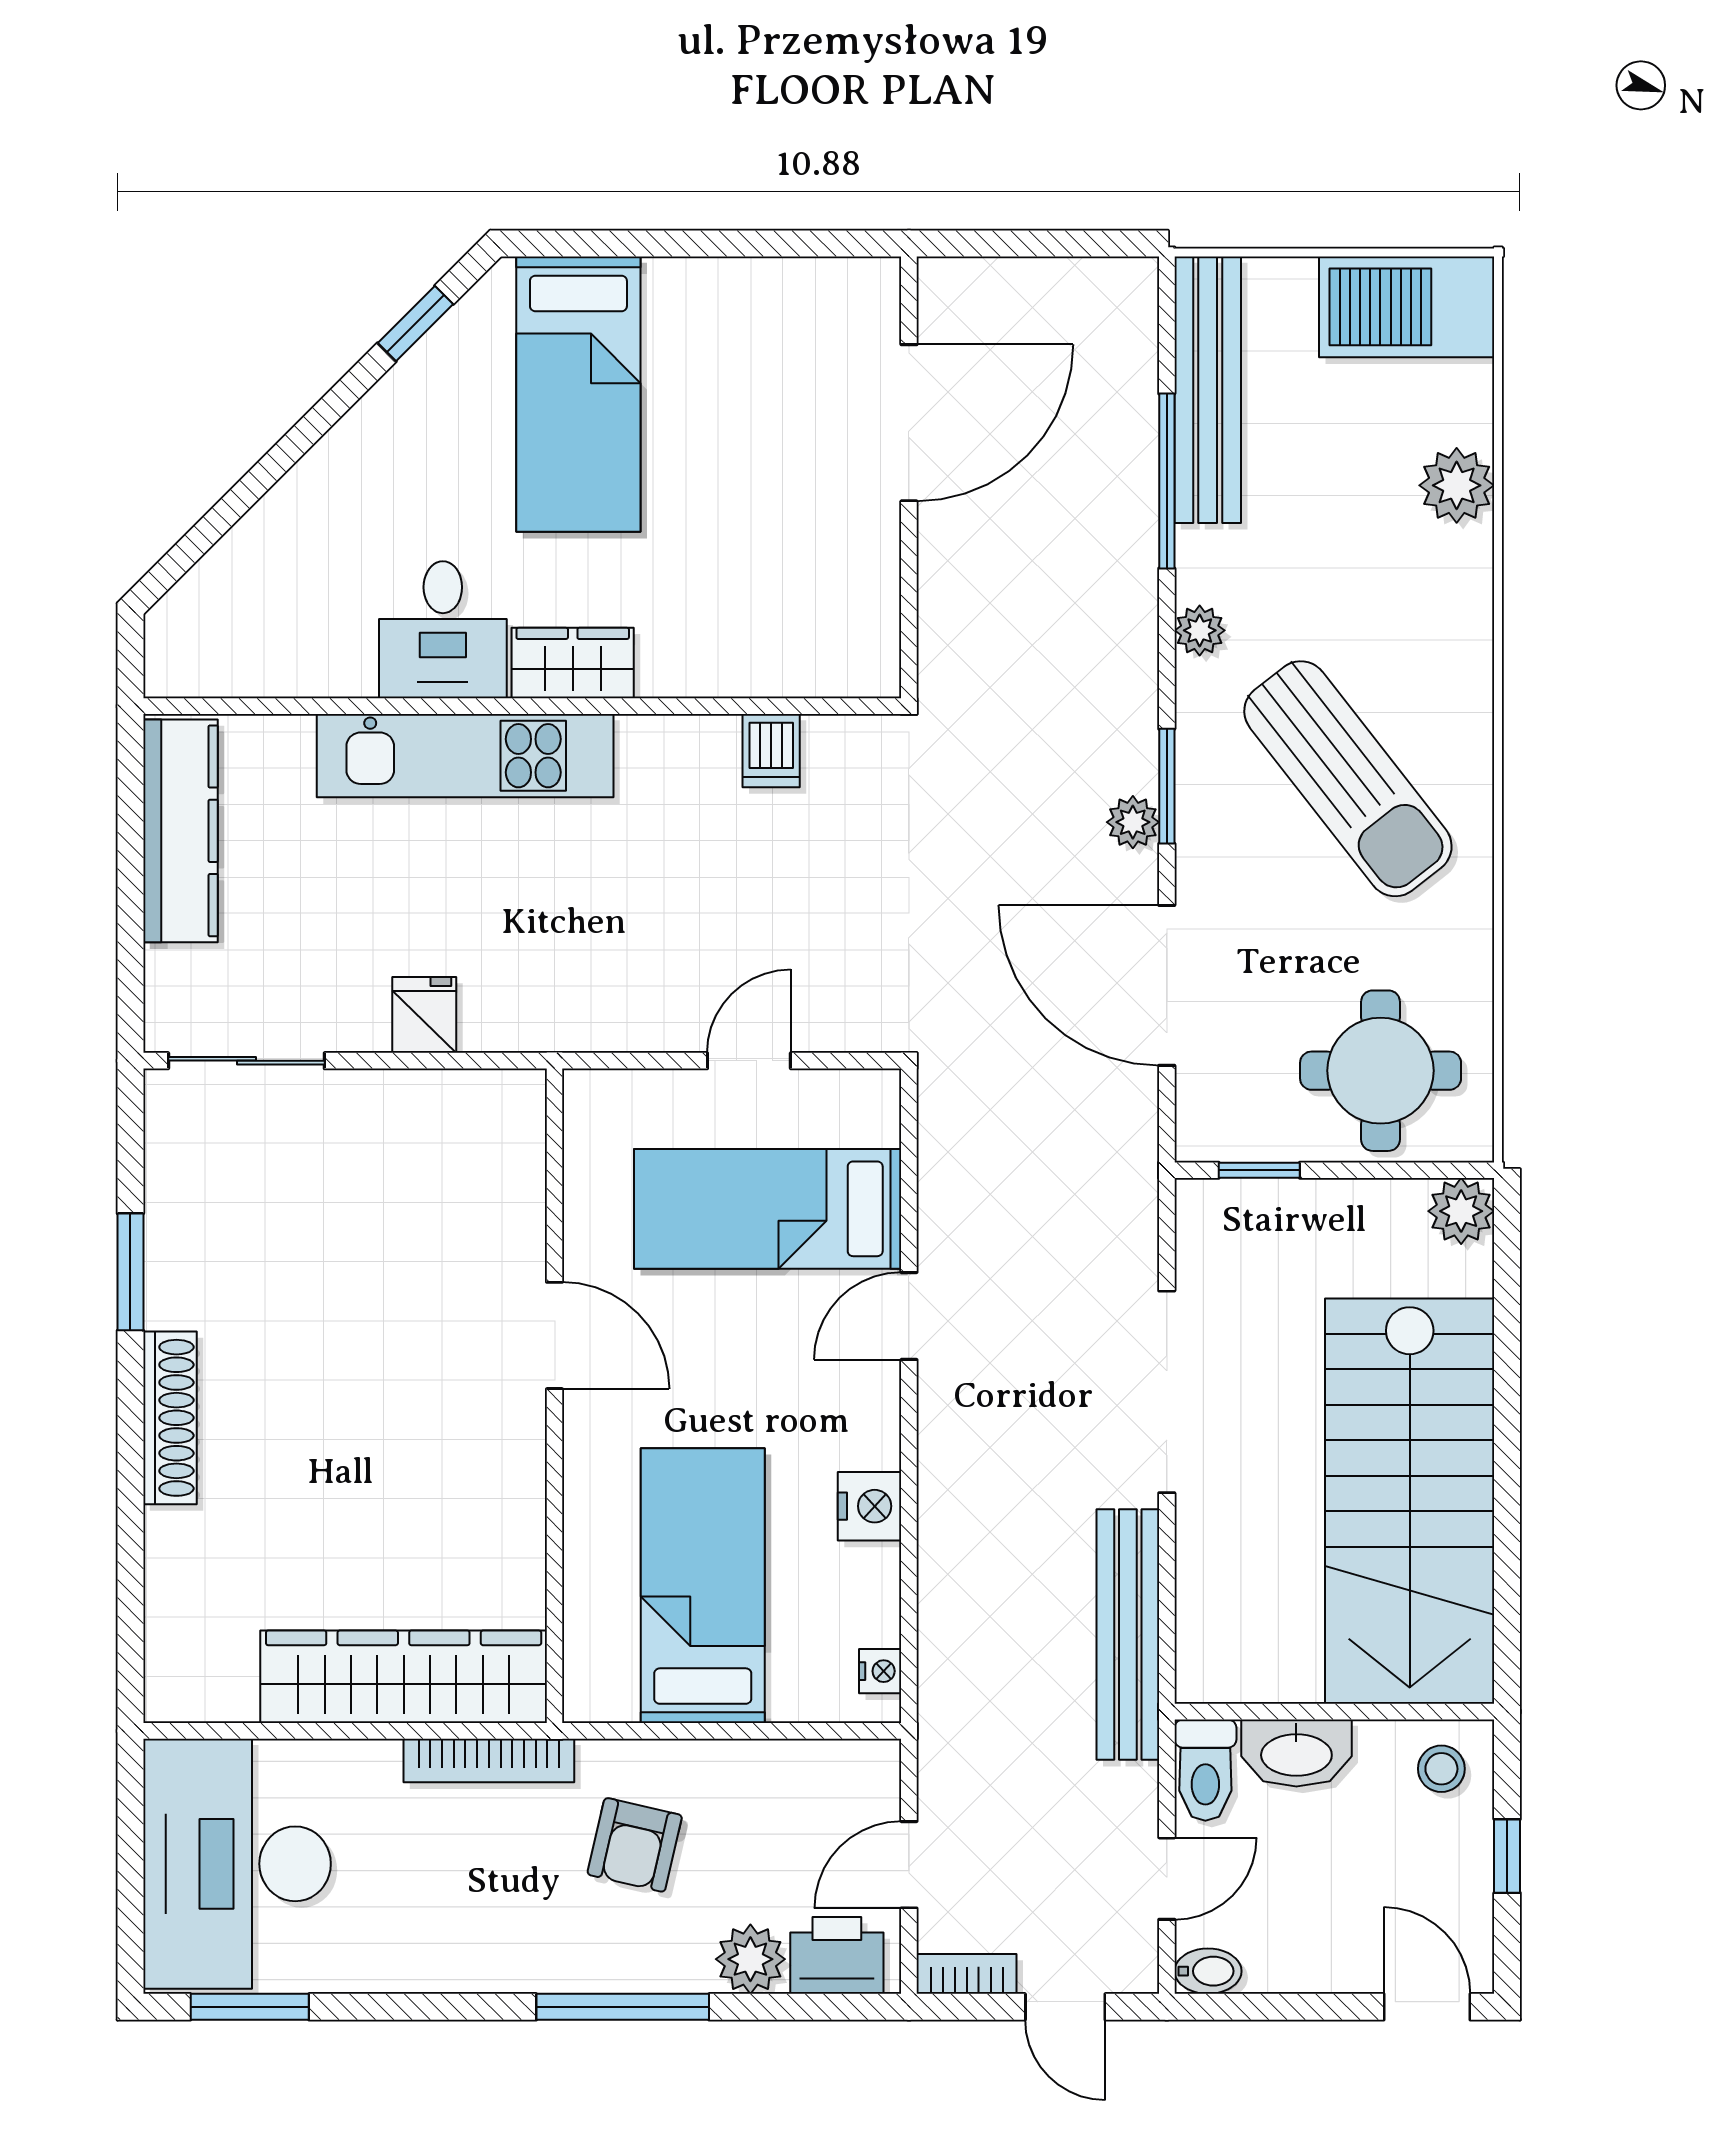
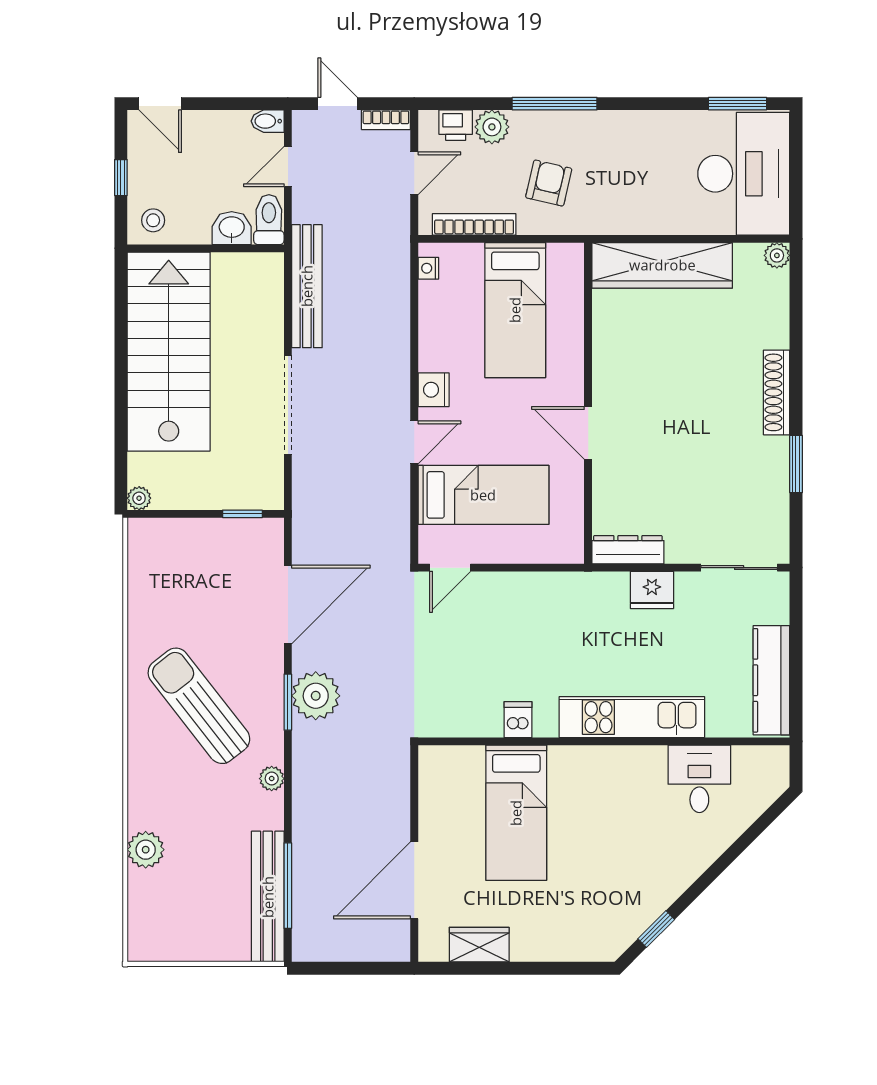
barbecue: (1407, 307) -> (170, 937), removed
bed: (578, 394) -> (516, 813), moved, turned 180
window: (1167, 481) -> (288, 886), moved
desk: (443, 630) -> (699, 779), moved
wardrobe: (573, 663) -> (479, 945), moved, turned 180
dishwasher: (771, 751) -> (518, 720), moved
plant: (1133, 822) -> (316, 696), width x1.87, depth x1.87
door: (1167, 985) -> (288, 604), hinge flipped
fridge: (424, 1015) -> (652, 590), width x1.38
door: (749, 1061) -> (450, 568), moved
round table: (1381, 1071) -> (183, 563), removed
dresser: (473, 1097) -> (628, 550), added
plant: (1461, 1211) -> (139, 498), width x0.73, depth x0.73
nightstand: (870, 1506) -> (434, 390), moved
plant: (169, 1697) -> (777, 255), added
washbasin: (1296, 1753) -> (232, 228), width x0.72
bookcase: (489, 1761) -> (474, 224), moved
printer: (837, 1955) -> (456, 125), width x0.73, depth x0.81

